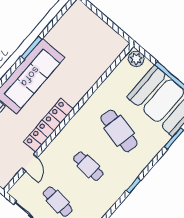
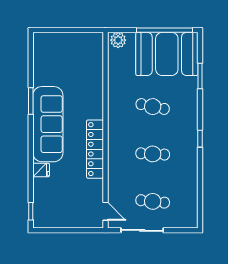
cafe table: (119, 131) -> (153, 107), width x0.73, depth x0.74
door: (30, 163) -> (105, 211), moved

